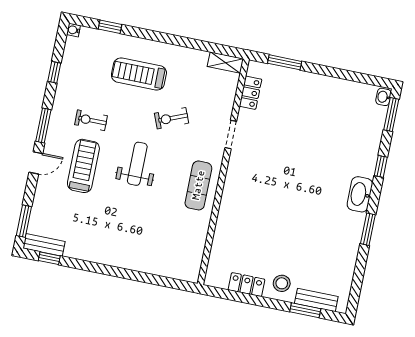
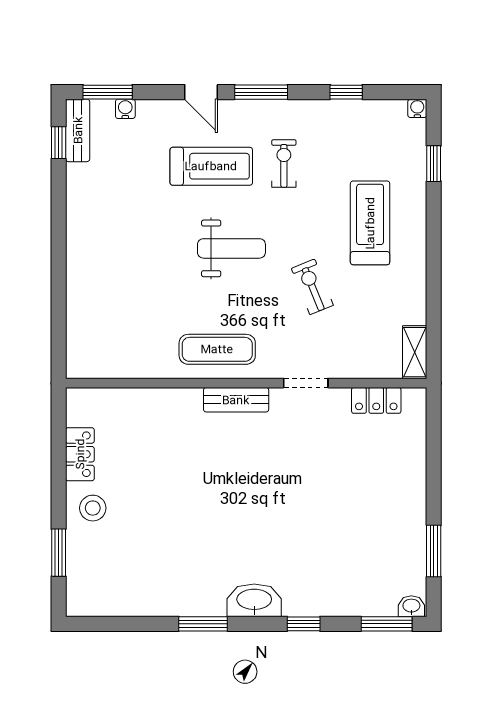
window: (285, 62) -> (434, 551), moved
water cooler: (37, 212) -> (125, 109), added
bench: (316, 300) -> (236, 400), moved, turned 90

